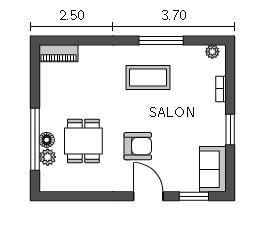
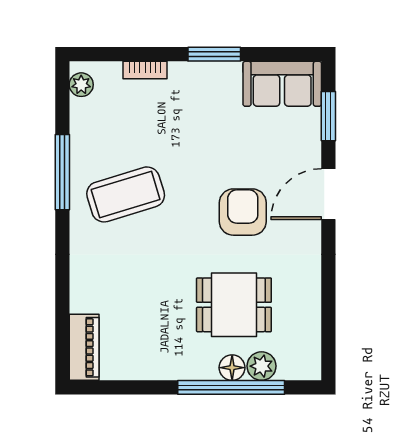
coffee table: (148, 78) -> (126, 194), turned 73

